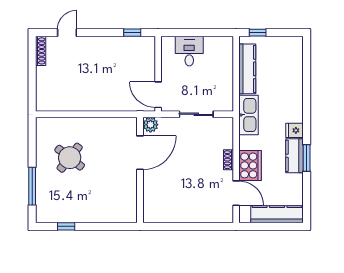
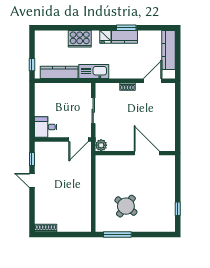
door: (67, 33) -> (32, 180), moved
desk: (189, 51) -> (46, 127), moved
door: (140, 153) -> (147, 153), moved
cooker: (250, 165) -> (80, 39), moved, turned 180
window: (32, 186) -> (117, 234), moved

